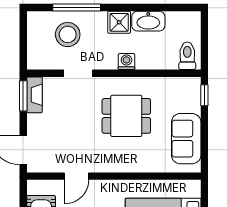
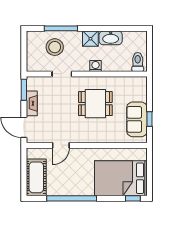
fireplace: (35, 95) -> (32, 103), moved
window: (204, 95) -> (150, 119), moved

